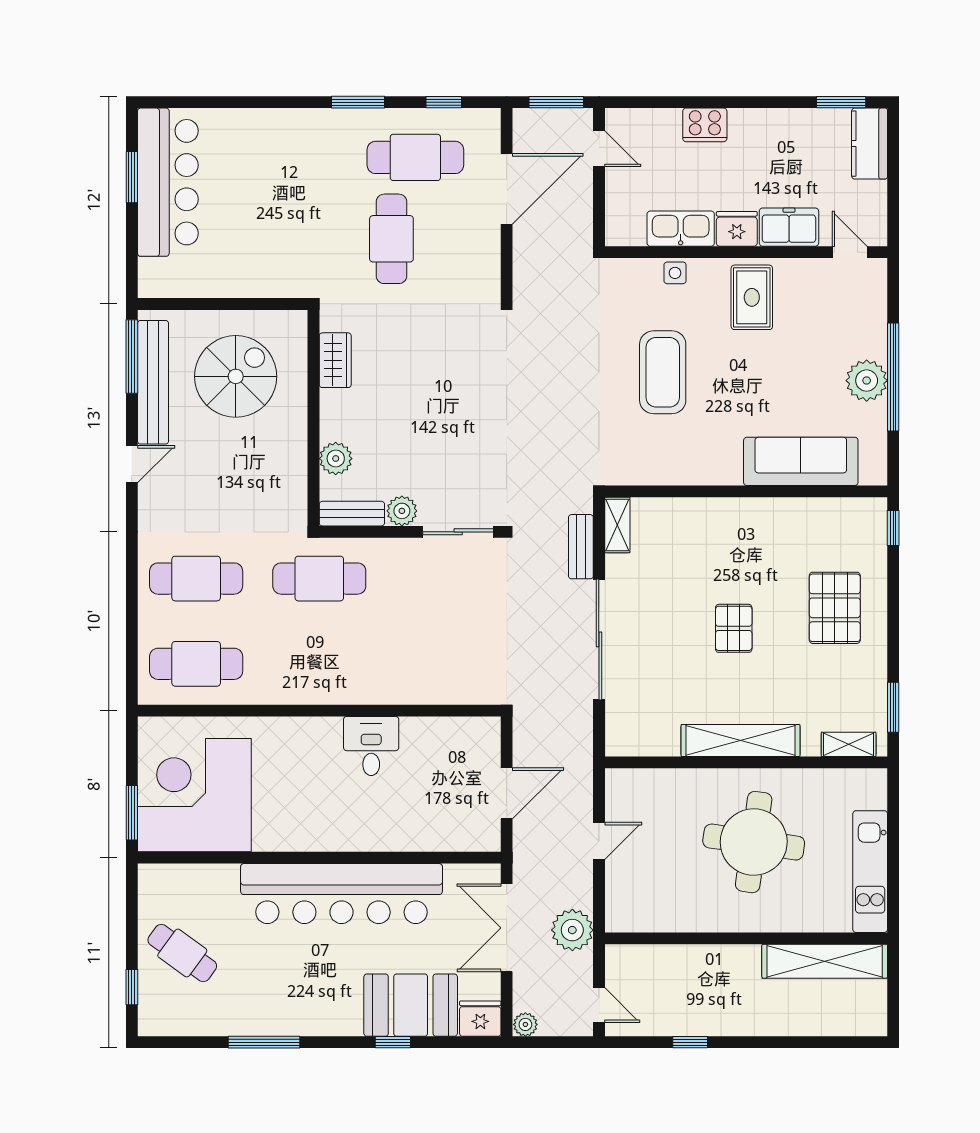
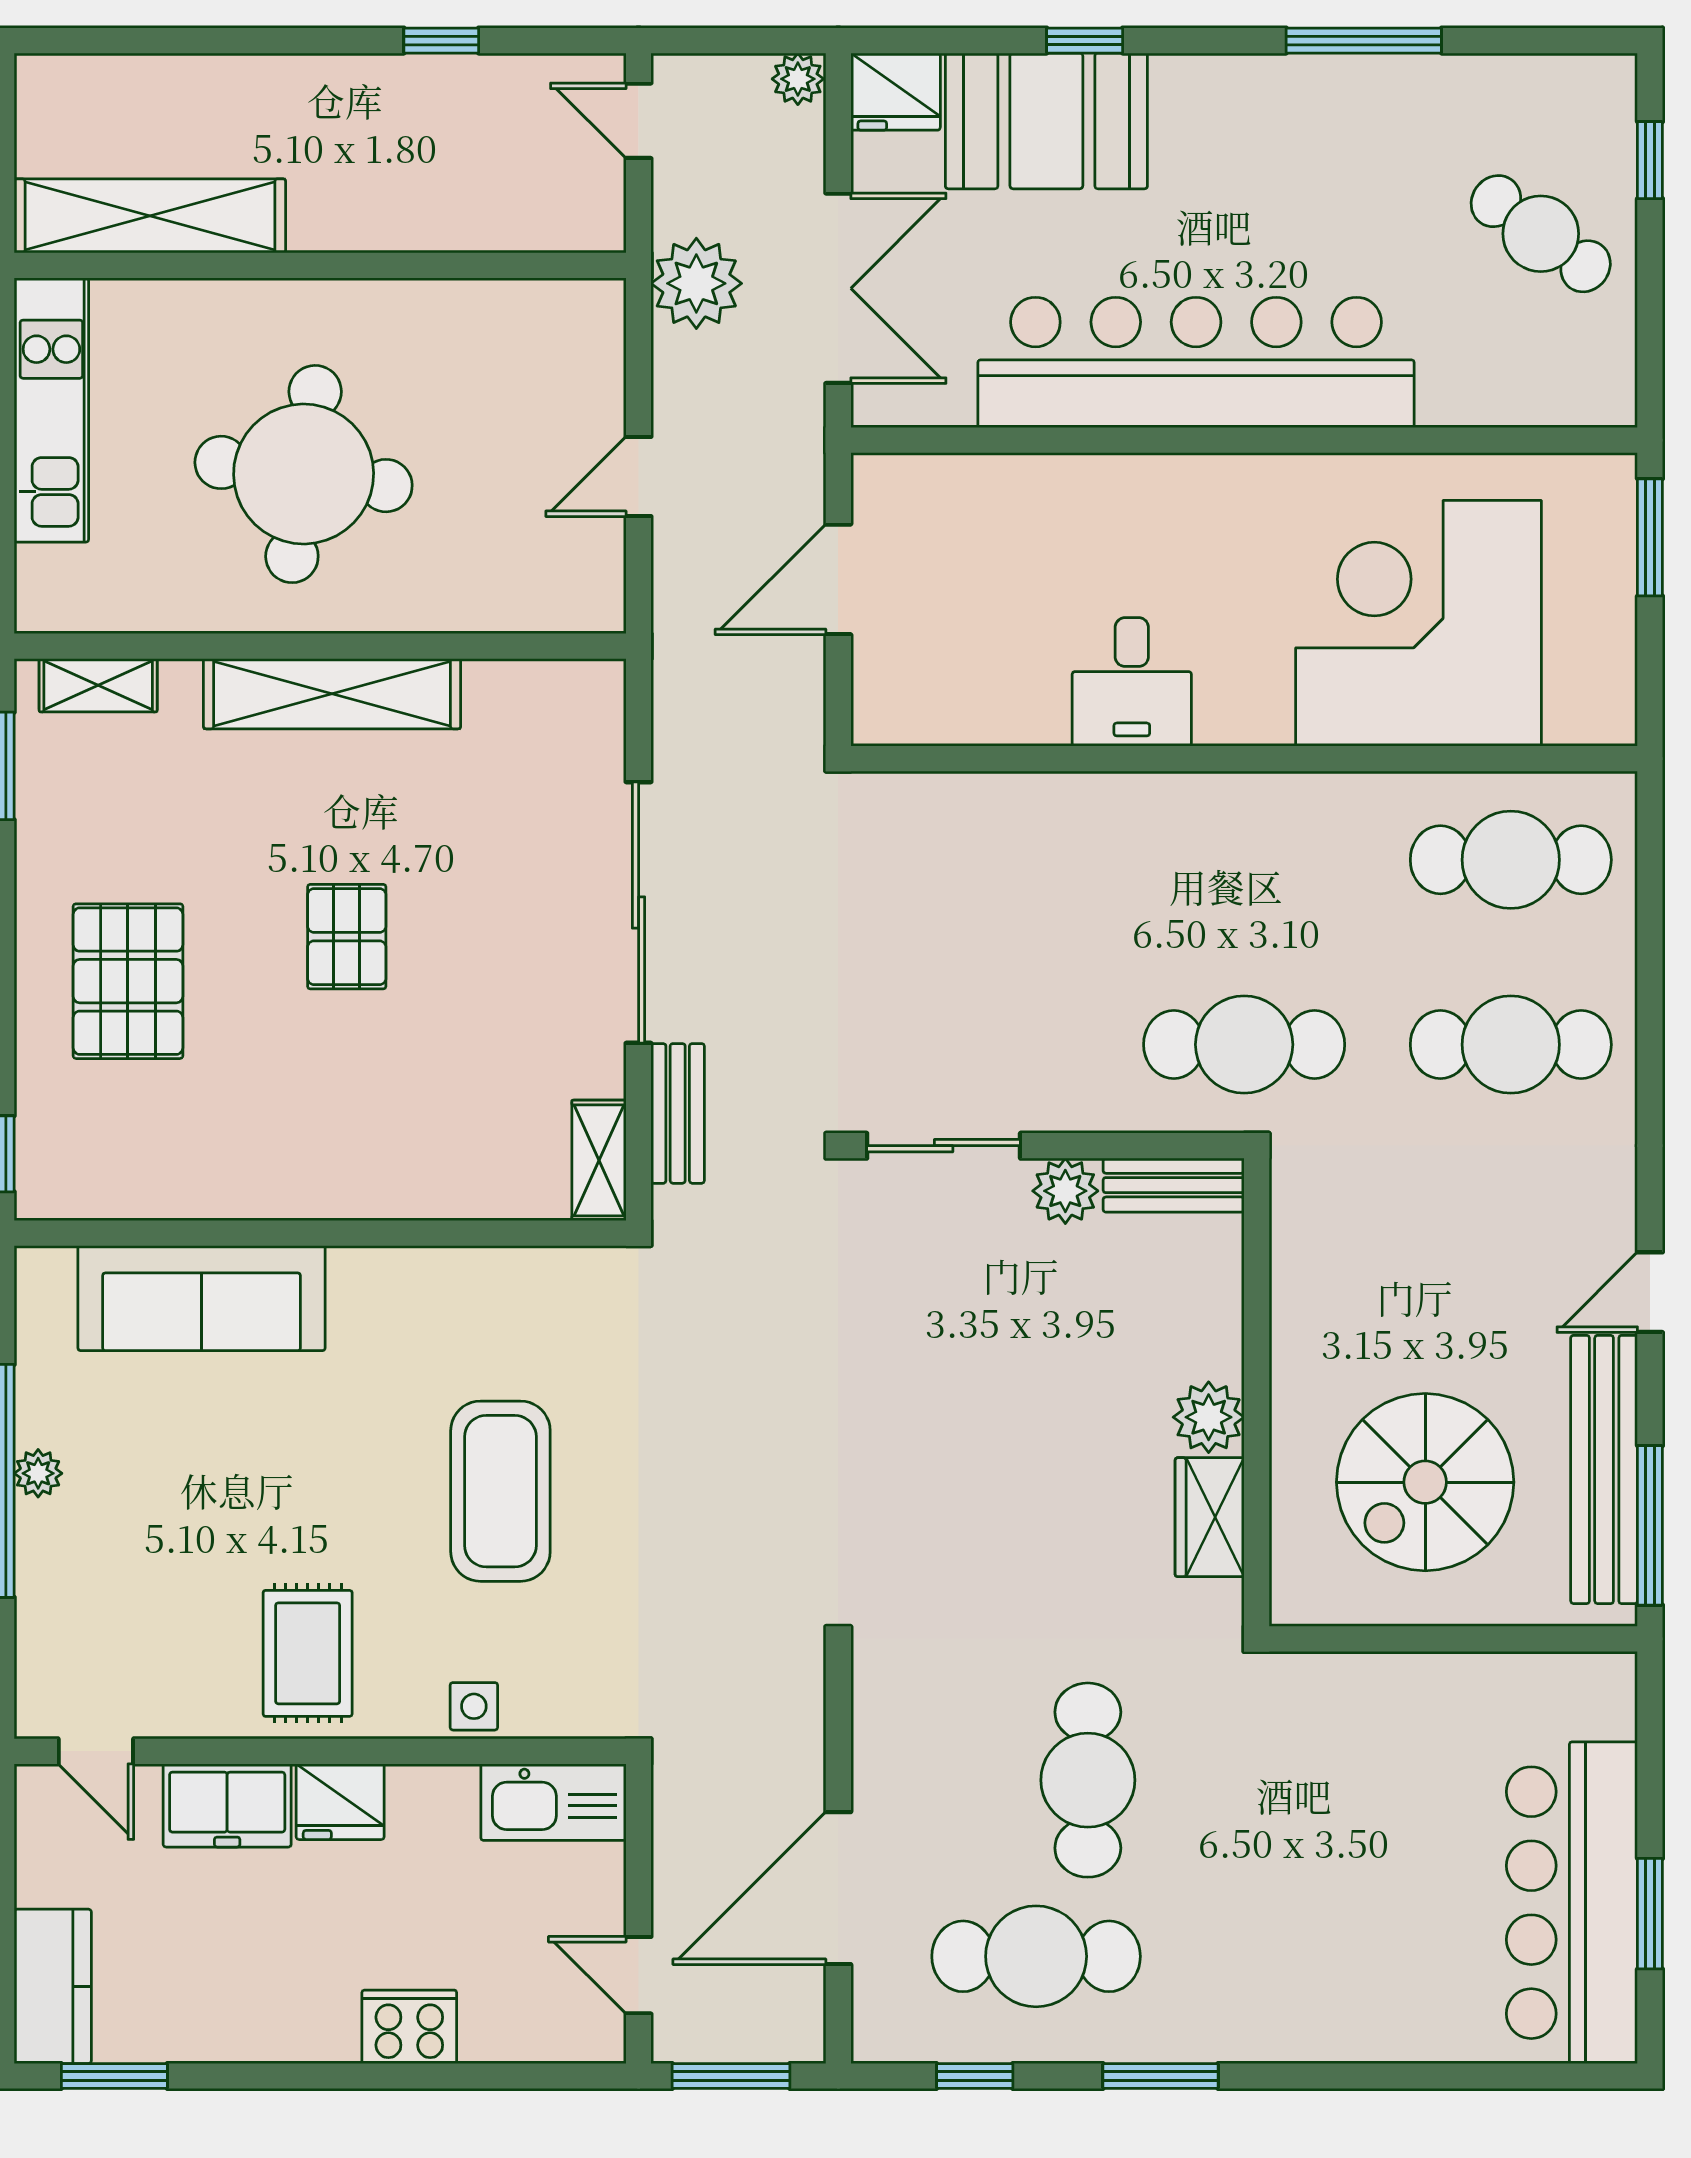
kitchen sink: (681, 229) -> (553, 1802), moved
plant: (867, 381) -> (38, 1473), width x0.53, depth x0.53
plant: (336, 459) -> (1209, 1417), moved
corner desk: (194, 795) -> (1418, 623), moved, turned 180

